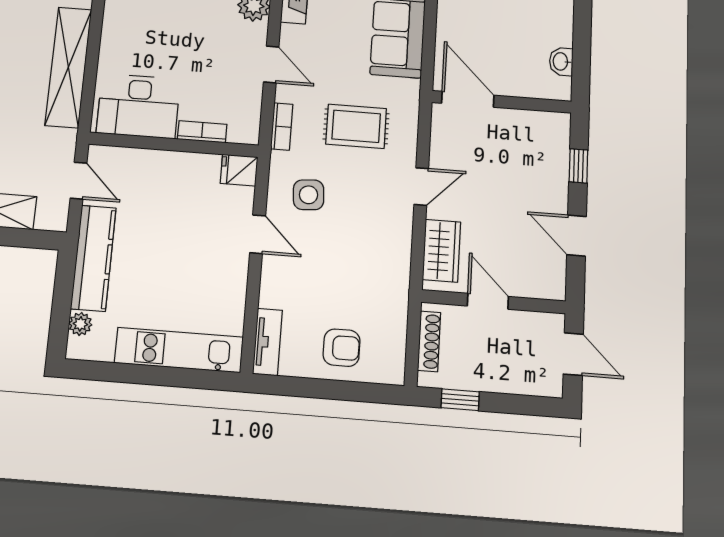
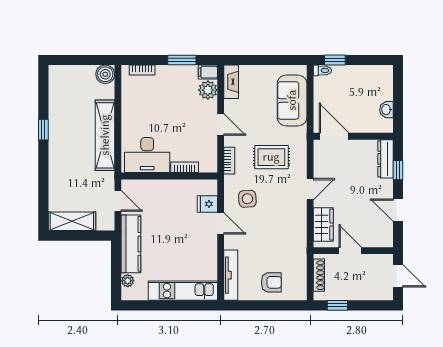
dresser: (557, 145) -> (385, 159), added
fridge: (239, 170) -> (207, 204), moved
tv unit: (268, 342) -> (231, 275), width x1.41

